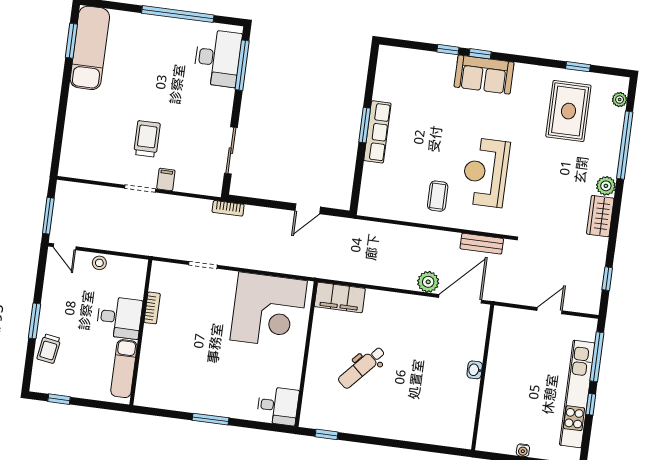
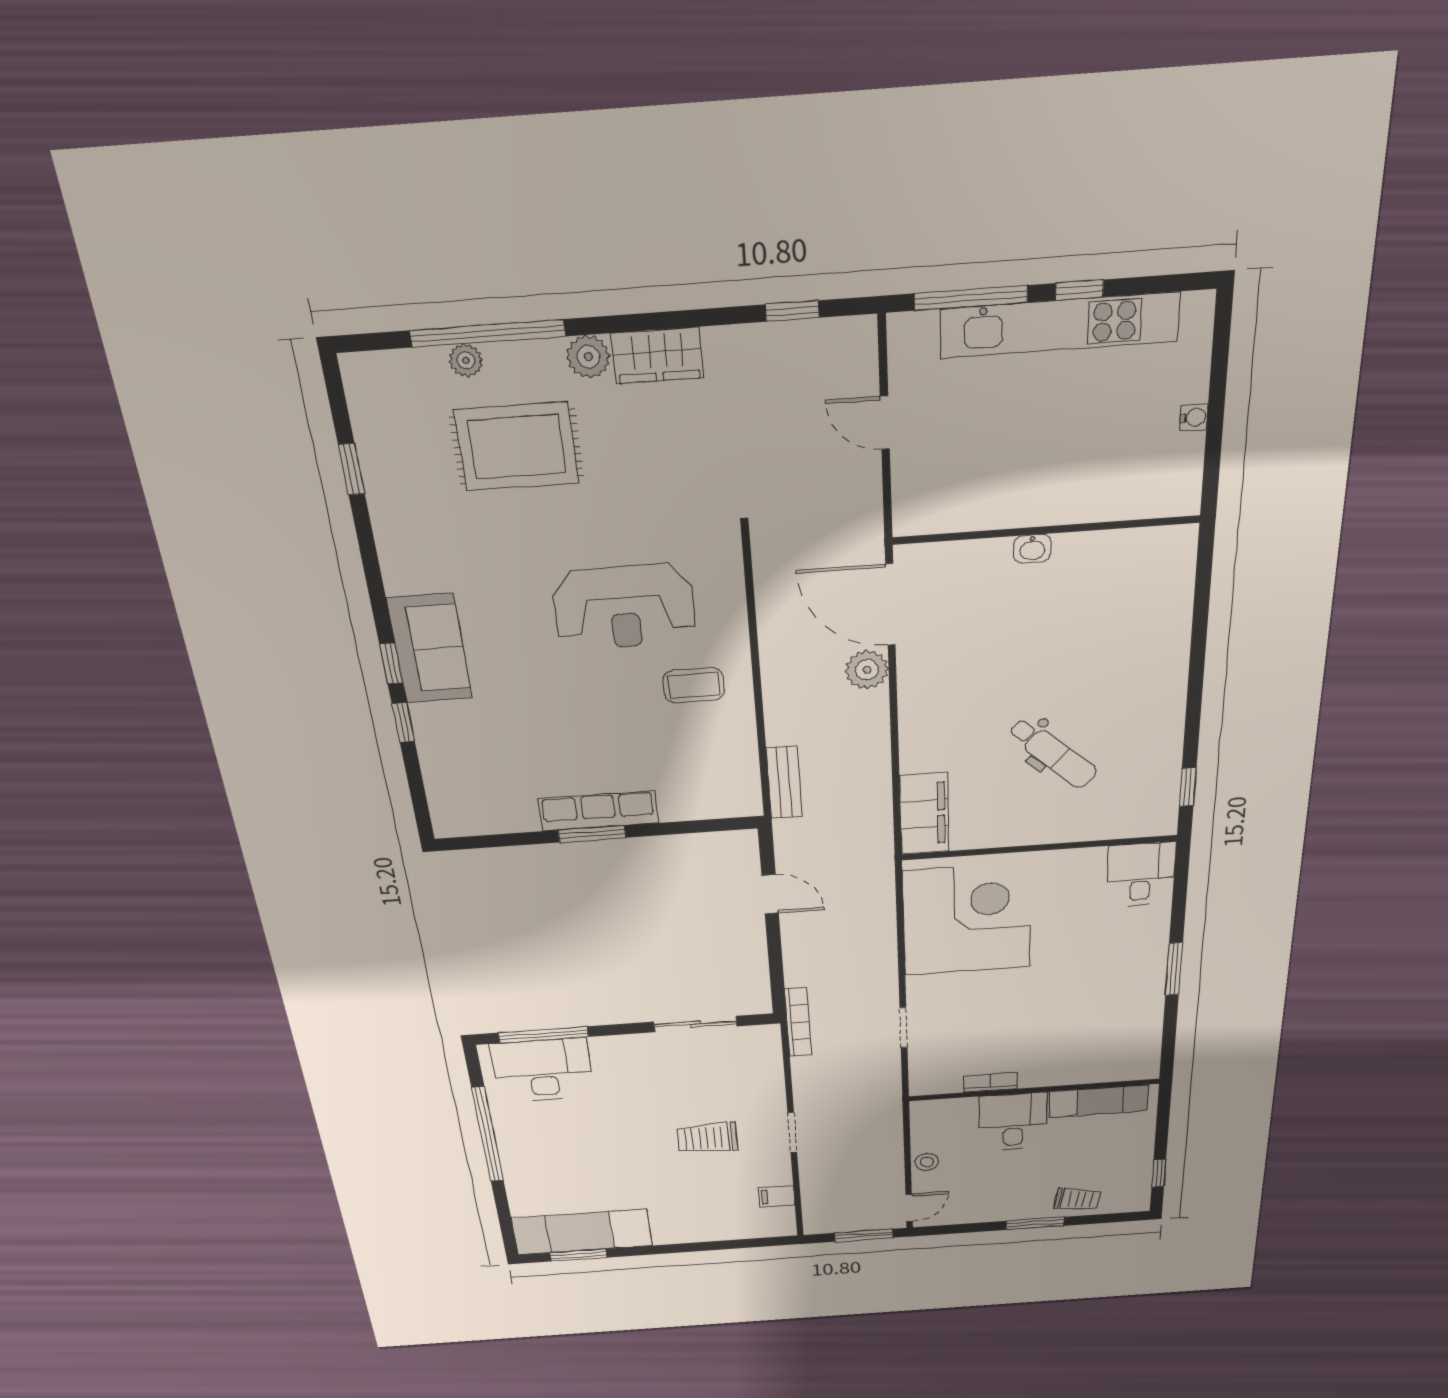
plant: (620, 100) -> (466, 360), moved
rug: (568, 111) -> (517, 447), moved
filing cabinet: (166, 179) -> (777, 1196), moved
bookcase: (228, 208) -> (798, 1022), width x1.56
bench: (482, 244) -> (784, 783), moved

